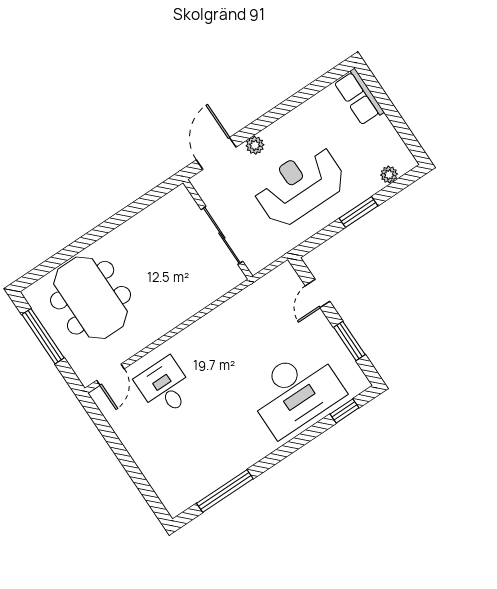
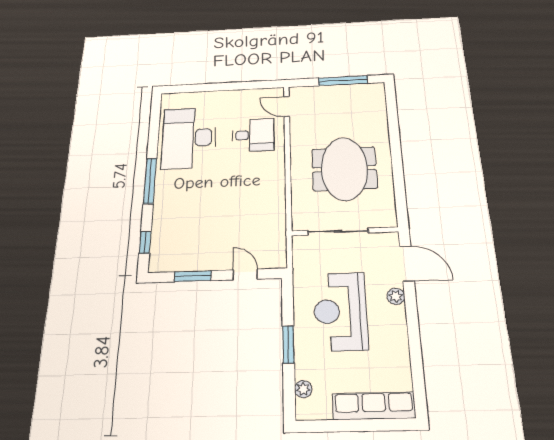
row of seats: (359, 97) -> (374, 406), width x1.48
reception desk: (300, 186) -> (340, 311), turned 180
meeting table: (91, 298) -> (344, 169), moved, turned 90
desk: (295, 392) -> (189, 138), moved
window: (225, 491) -> (150, 181), moved

